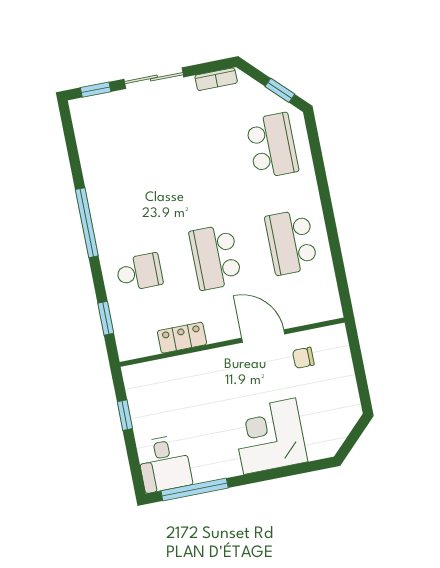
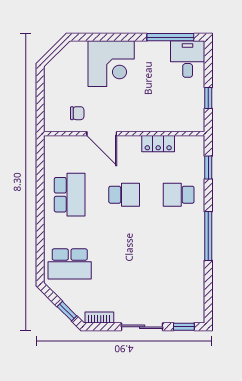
window: (280, 90) -> (67, 311), moved
school desk: (272, 146) -> (70, 264), turned -90
school desk: (215, 257) -> (124, 195), width x0.54

